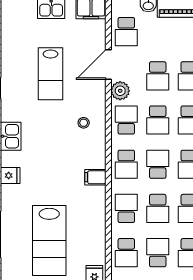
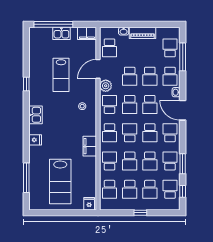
filing cabinet: (95, 177) -> (90, 146), width x2.00
school desk: (158, 253) -> (130, 189), turned 180

